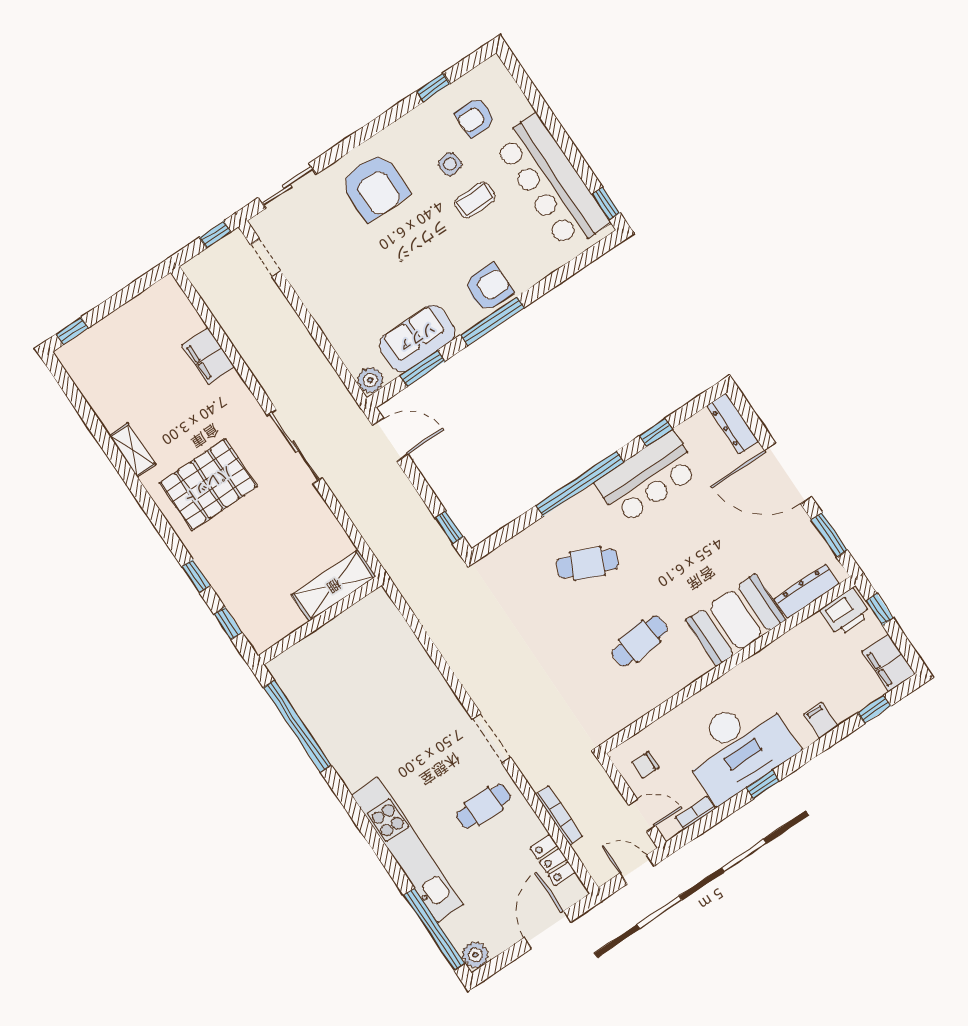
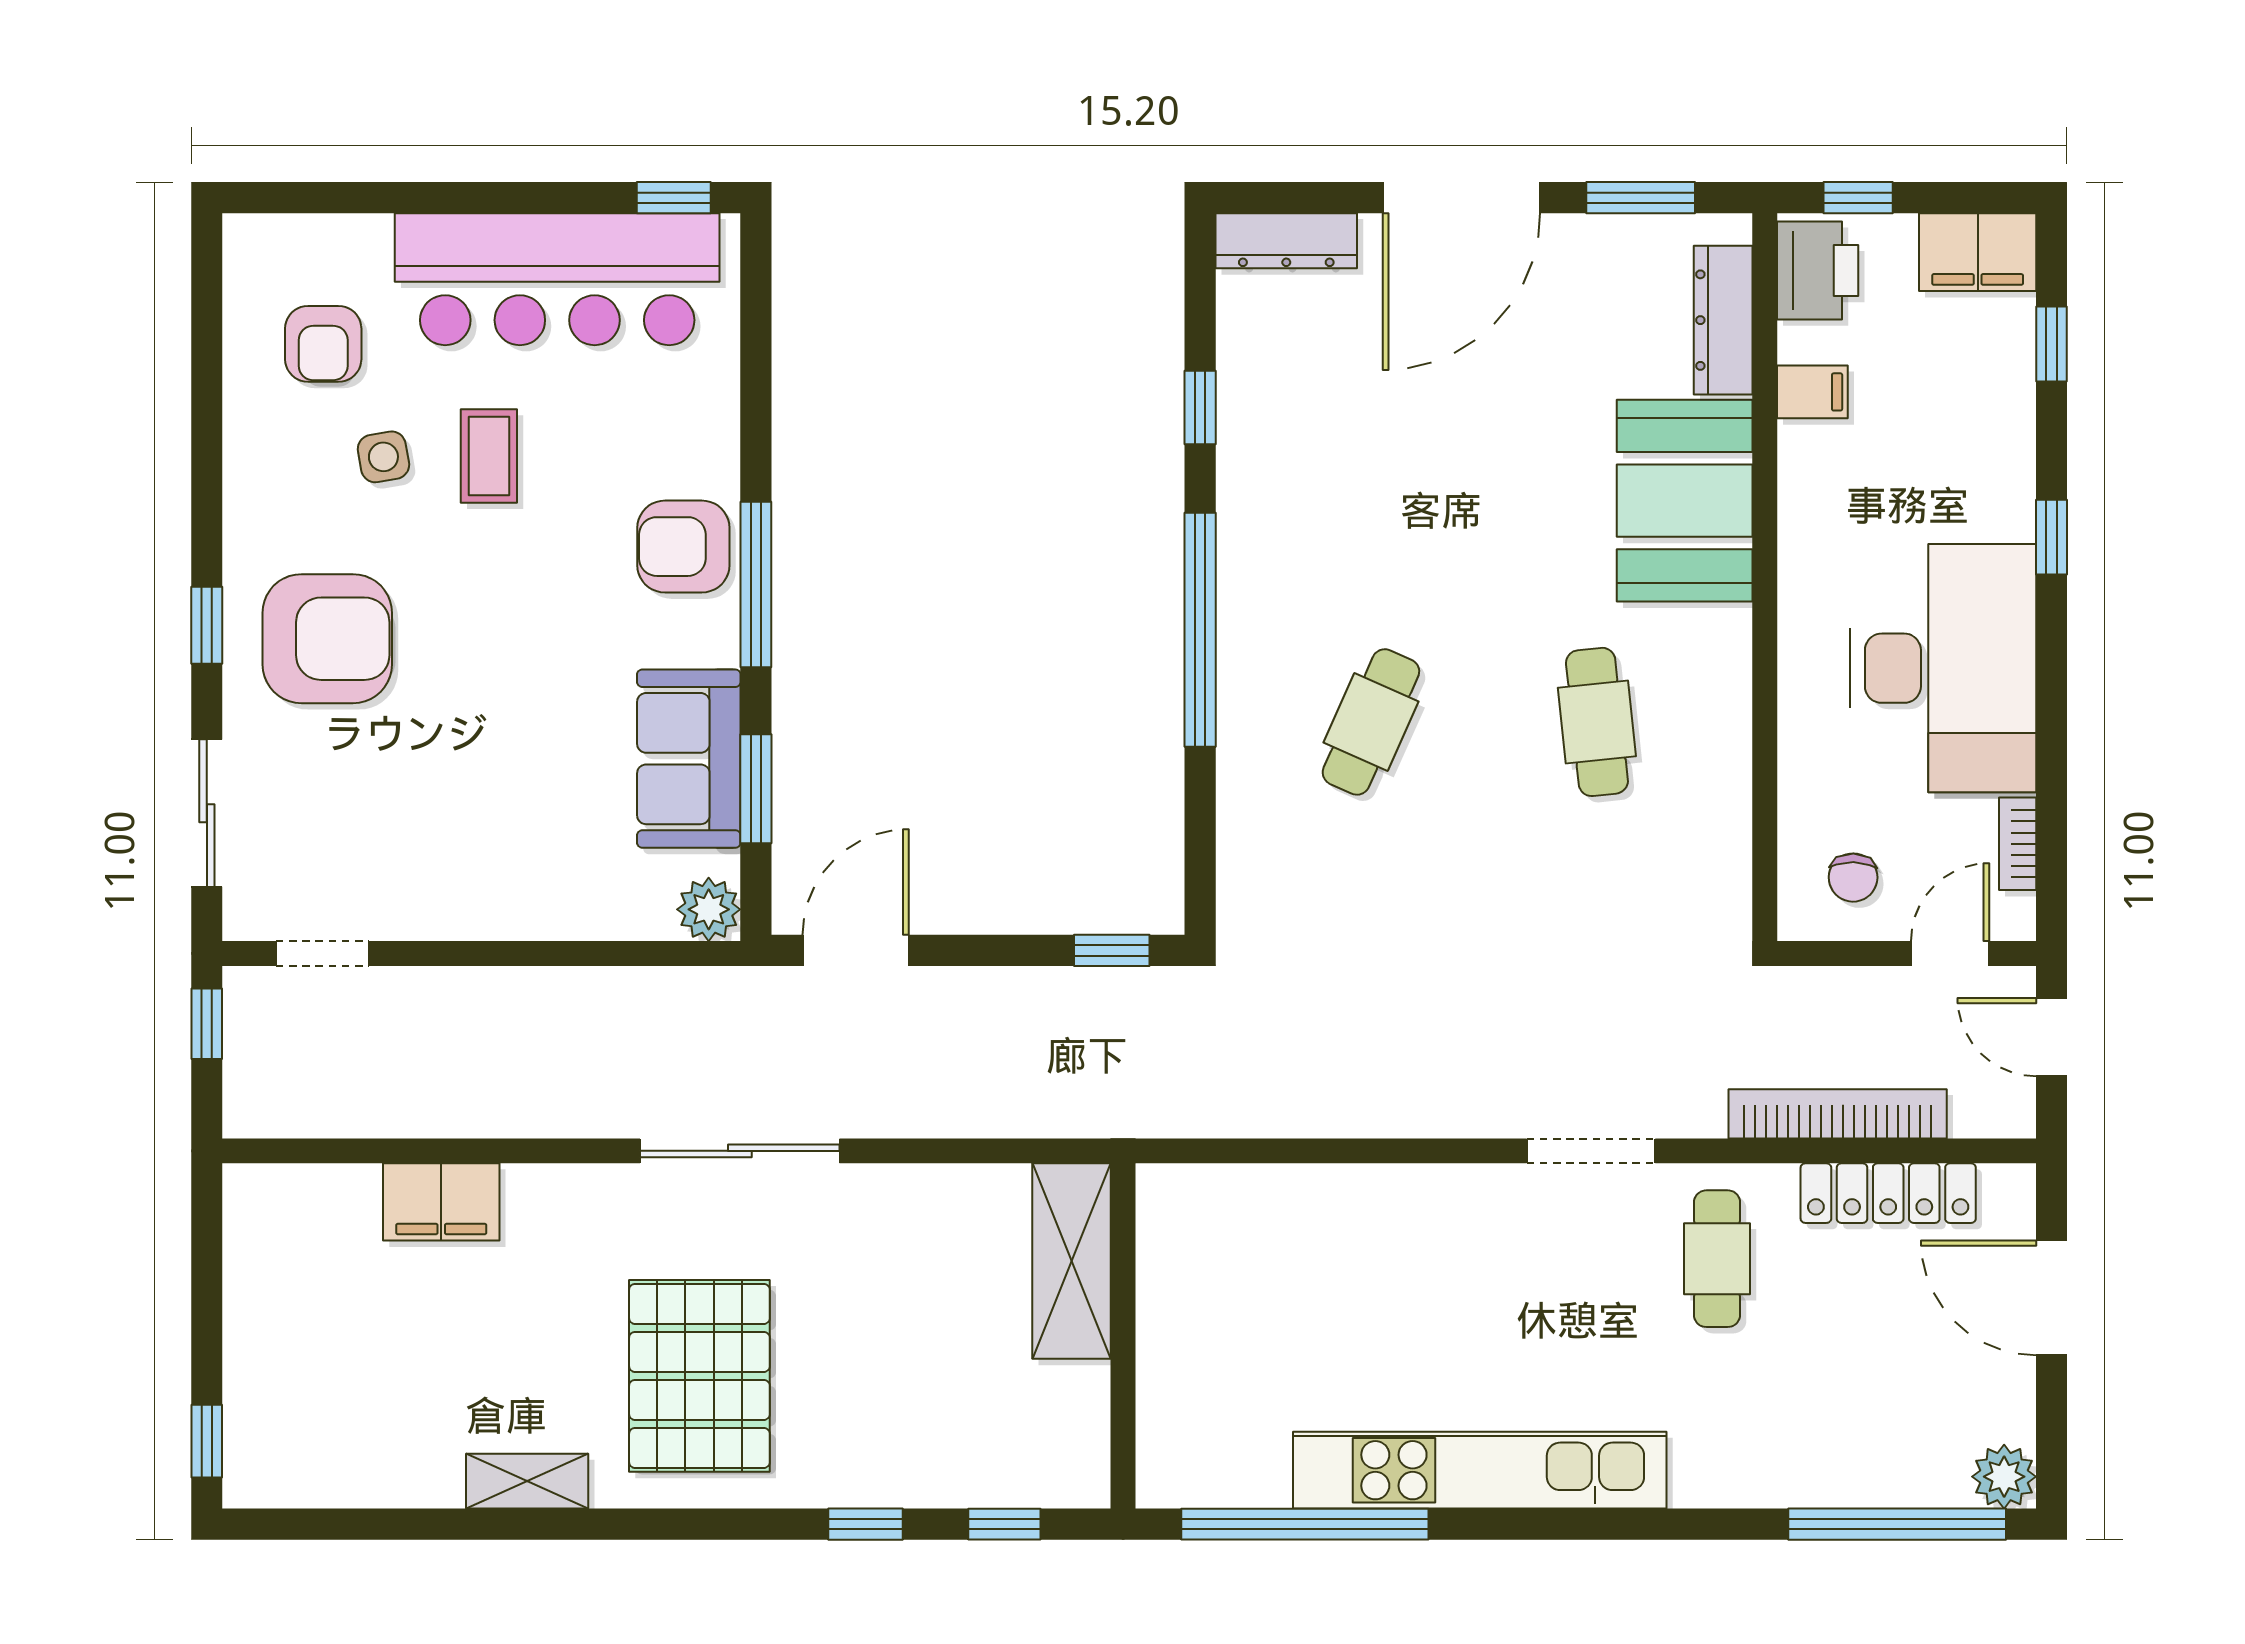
window: (433, 87) -> (207, 625), moved
armchair: (489, 288) -> (683, 547), turned -90
bar counter: (647, 478) -> (1280, 485), removed
filing cabinet: (821, 720) -> (1812, 392), moved, turned 180
window: (763, 785) -> (2052, 537), moved
bookcase: (559, 815) -> (1838, 1114), width x1.48, depth x1.31
kitchen unit: (407, 850) -> (1480, 1470), moved
locker: (553, 860) -> (1888, 1193), width x1.53
door: (637, 870) -> (2052, 1037), hinge flipped

